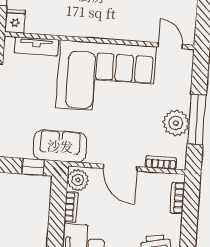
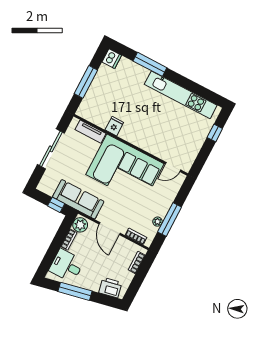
fridge: (15, 21) -> (114, 126), moved
door: (170, 46) -> (173, 167), swing flipped
plant: (176, 123) -> (158, 222), width x0.53, depth x0.53
sofa: (60, 146) -> (78, 199), width x1.36

